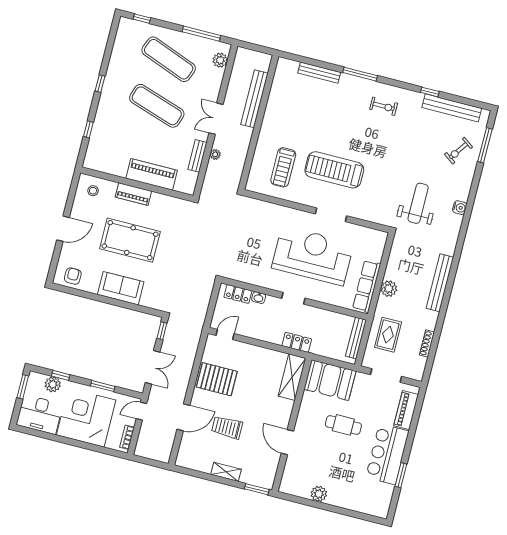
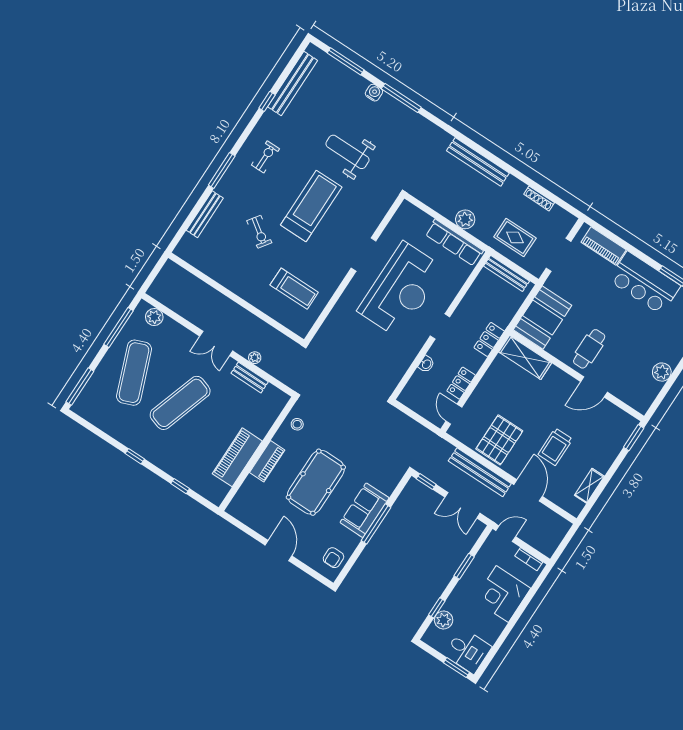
window: (142, 19) -> (80, 386), width x2.17
exercise mat: (169, 59) -> (134, 373), turned -42
bench: (254, 99) -> (480, 472), moved
exercise bike: (458, 151) -> (259, 232), moved
treadmill: (334, 170) -> (311, 206), moved, turned 180
piano: (152, 174) -> (237, 457), moved
stool: (93, 191) -> (297, 424), moved
window: (471, 202) -> (401, 98), added
weight bench: (418, 203) -> (347, 152), moved
water cooler: (460, 208) -> (374, 93), moved
reception desk: (313, 256) -> (401, 290), turned 180
armchair: (73, 276) -> (333, 558), turned -90
locker: (238, 294) -> (461, 383), moved, turned 180
window: (113, 301) -> (376, 524), added
double door: (153, 367) -> (462, 505), swing flipped
window: (23, 387) -> (457, 668), moved
door: (141, 411) -> (506, 534), swing flipped
desk: (40, 414) -> (468, 651), width x0.73
corner desk: (86, 418) -> (502, 594), width x0.74, depth x0.74
cafe table: (343, 425) -> (589, 349), moved
shelving: (226, 472) -> (589, 486), moved

